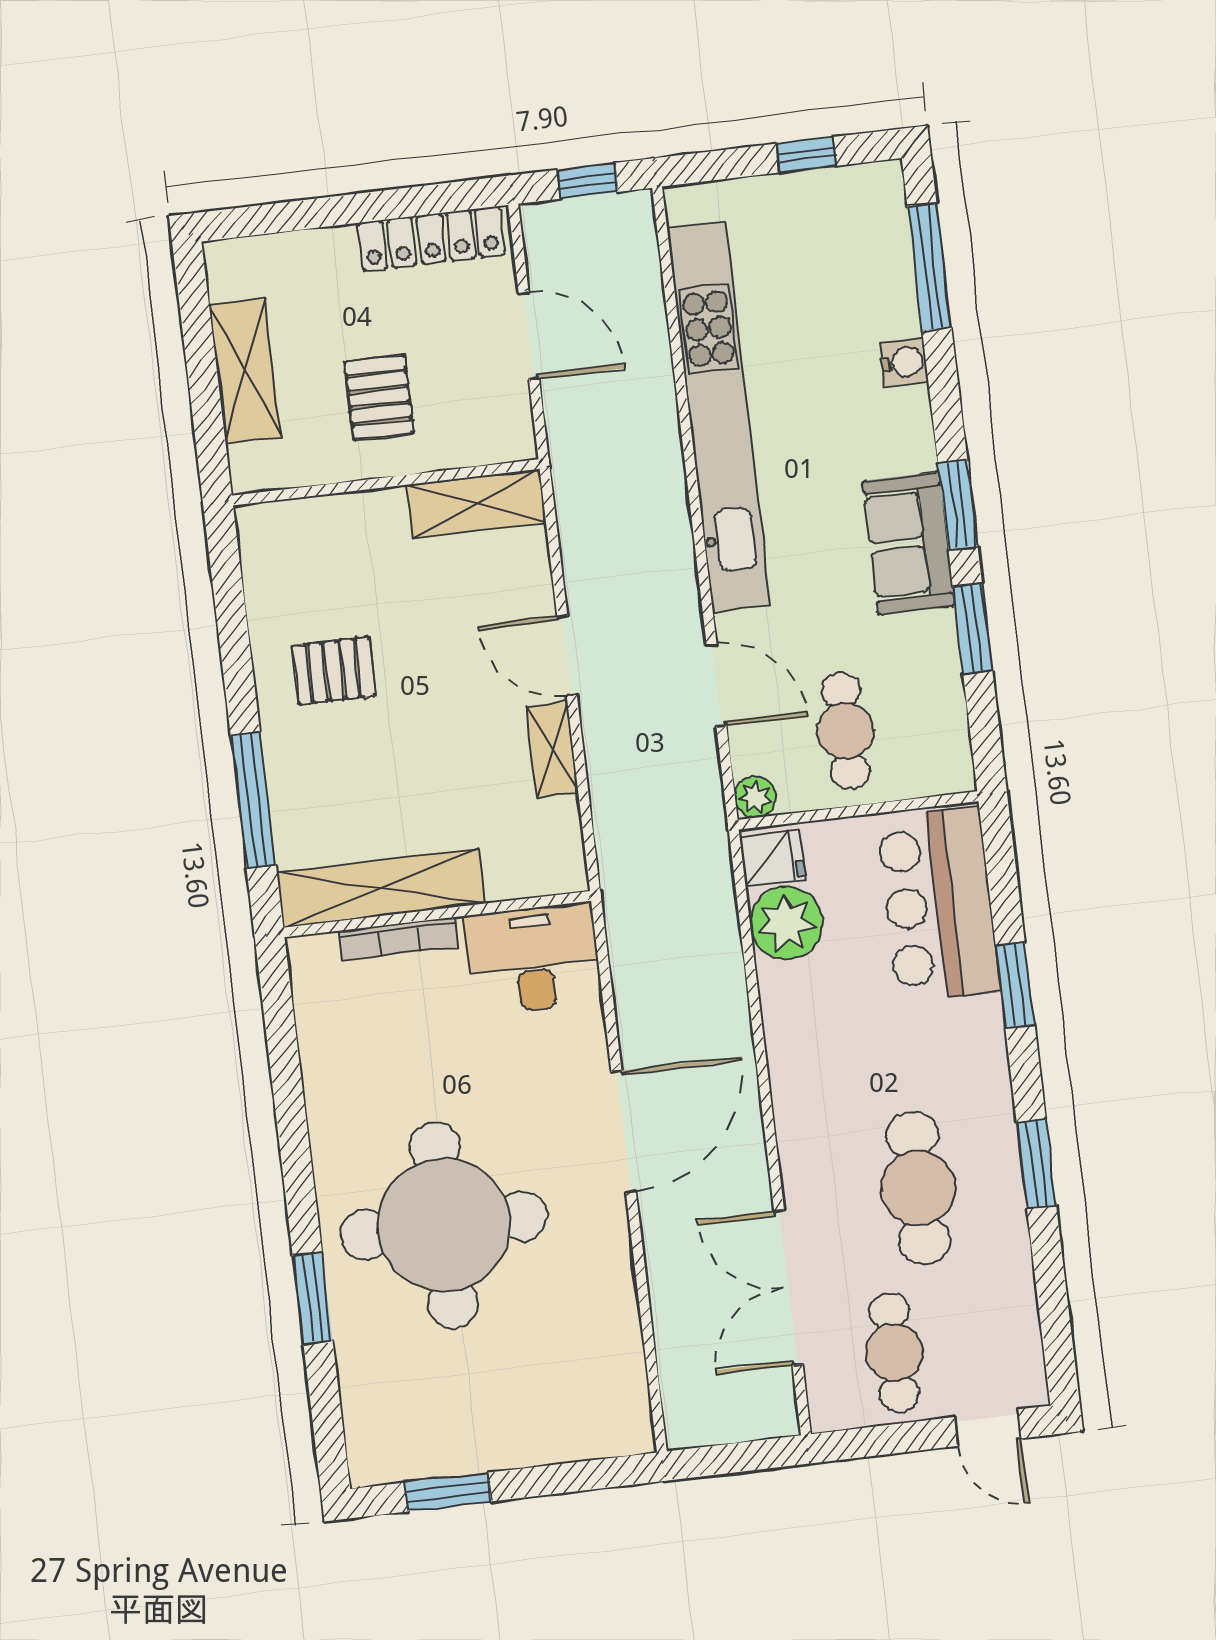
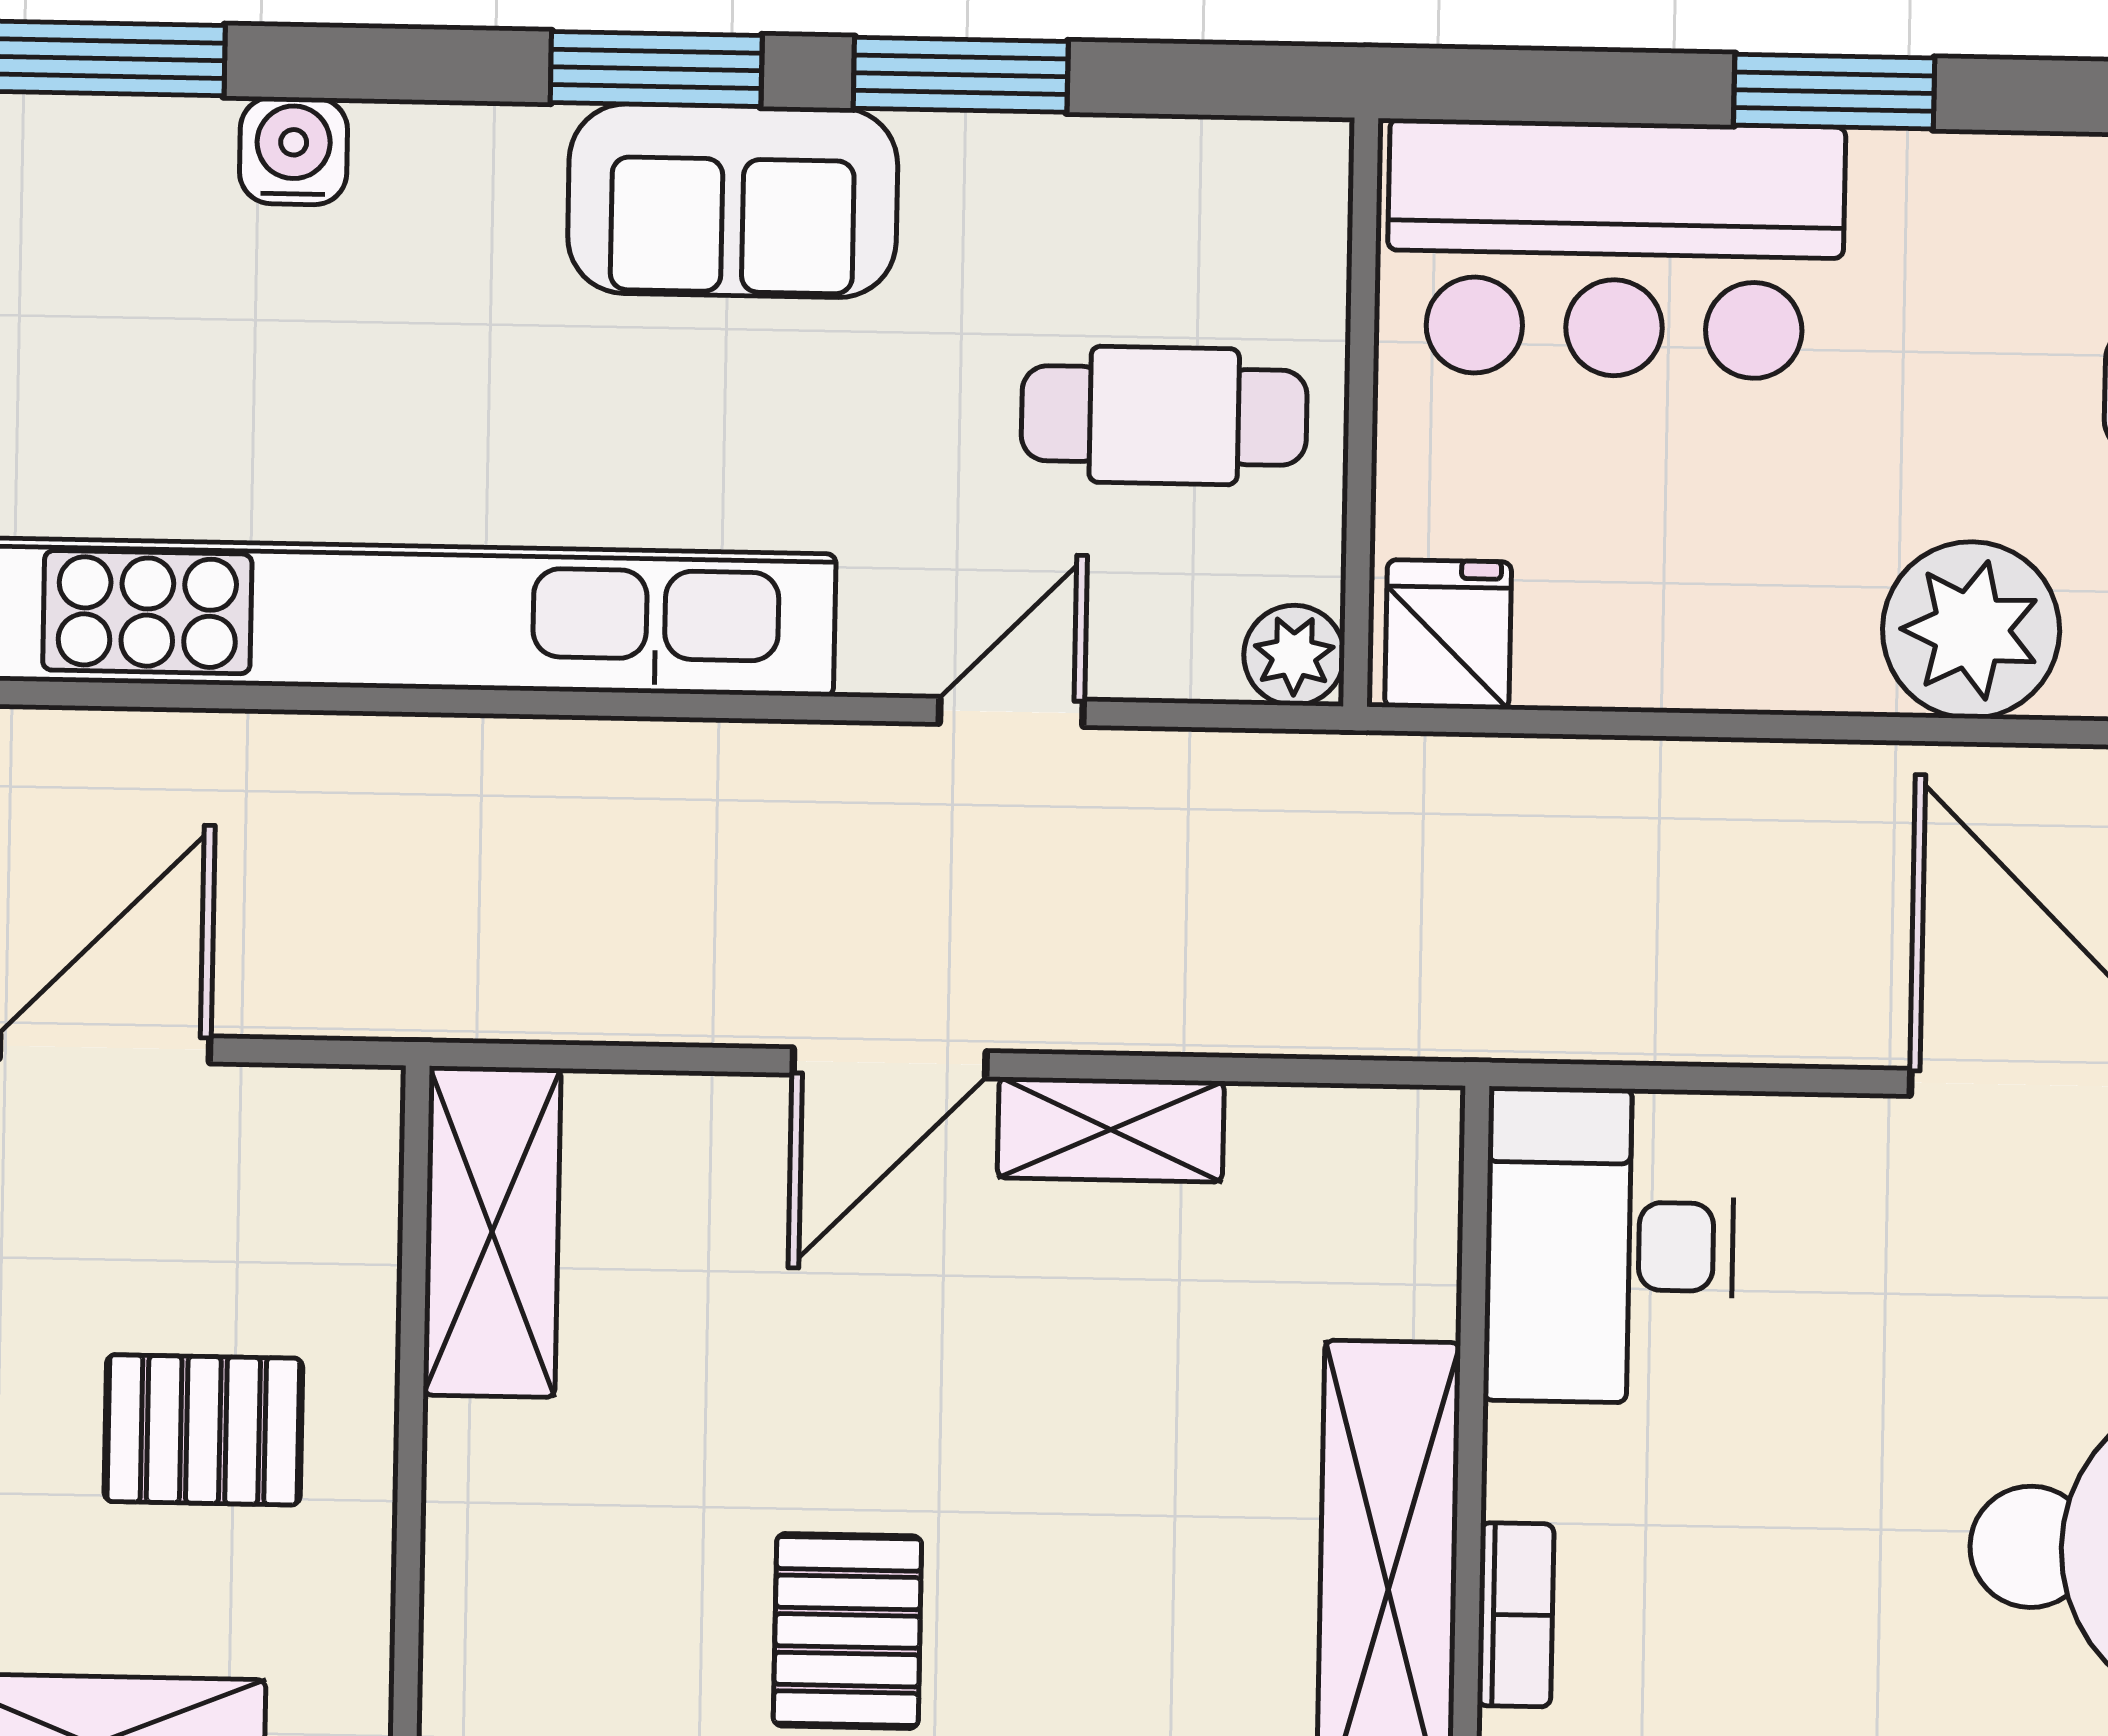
door: (717, 685) -> (1011, 712), width x0.73
plant: (786, 923) -> (1971, 630), moved
bookcase: (399, 939) -> (1516, 1615), width x0.64

